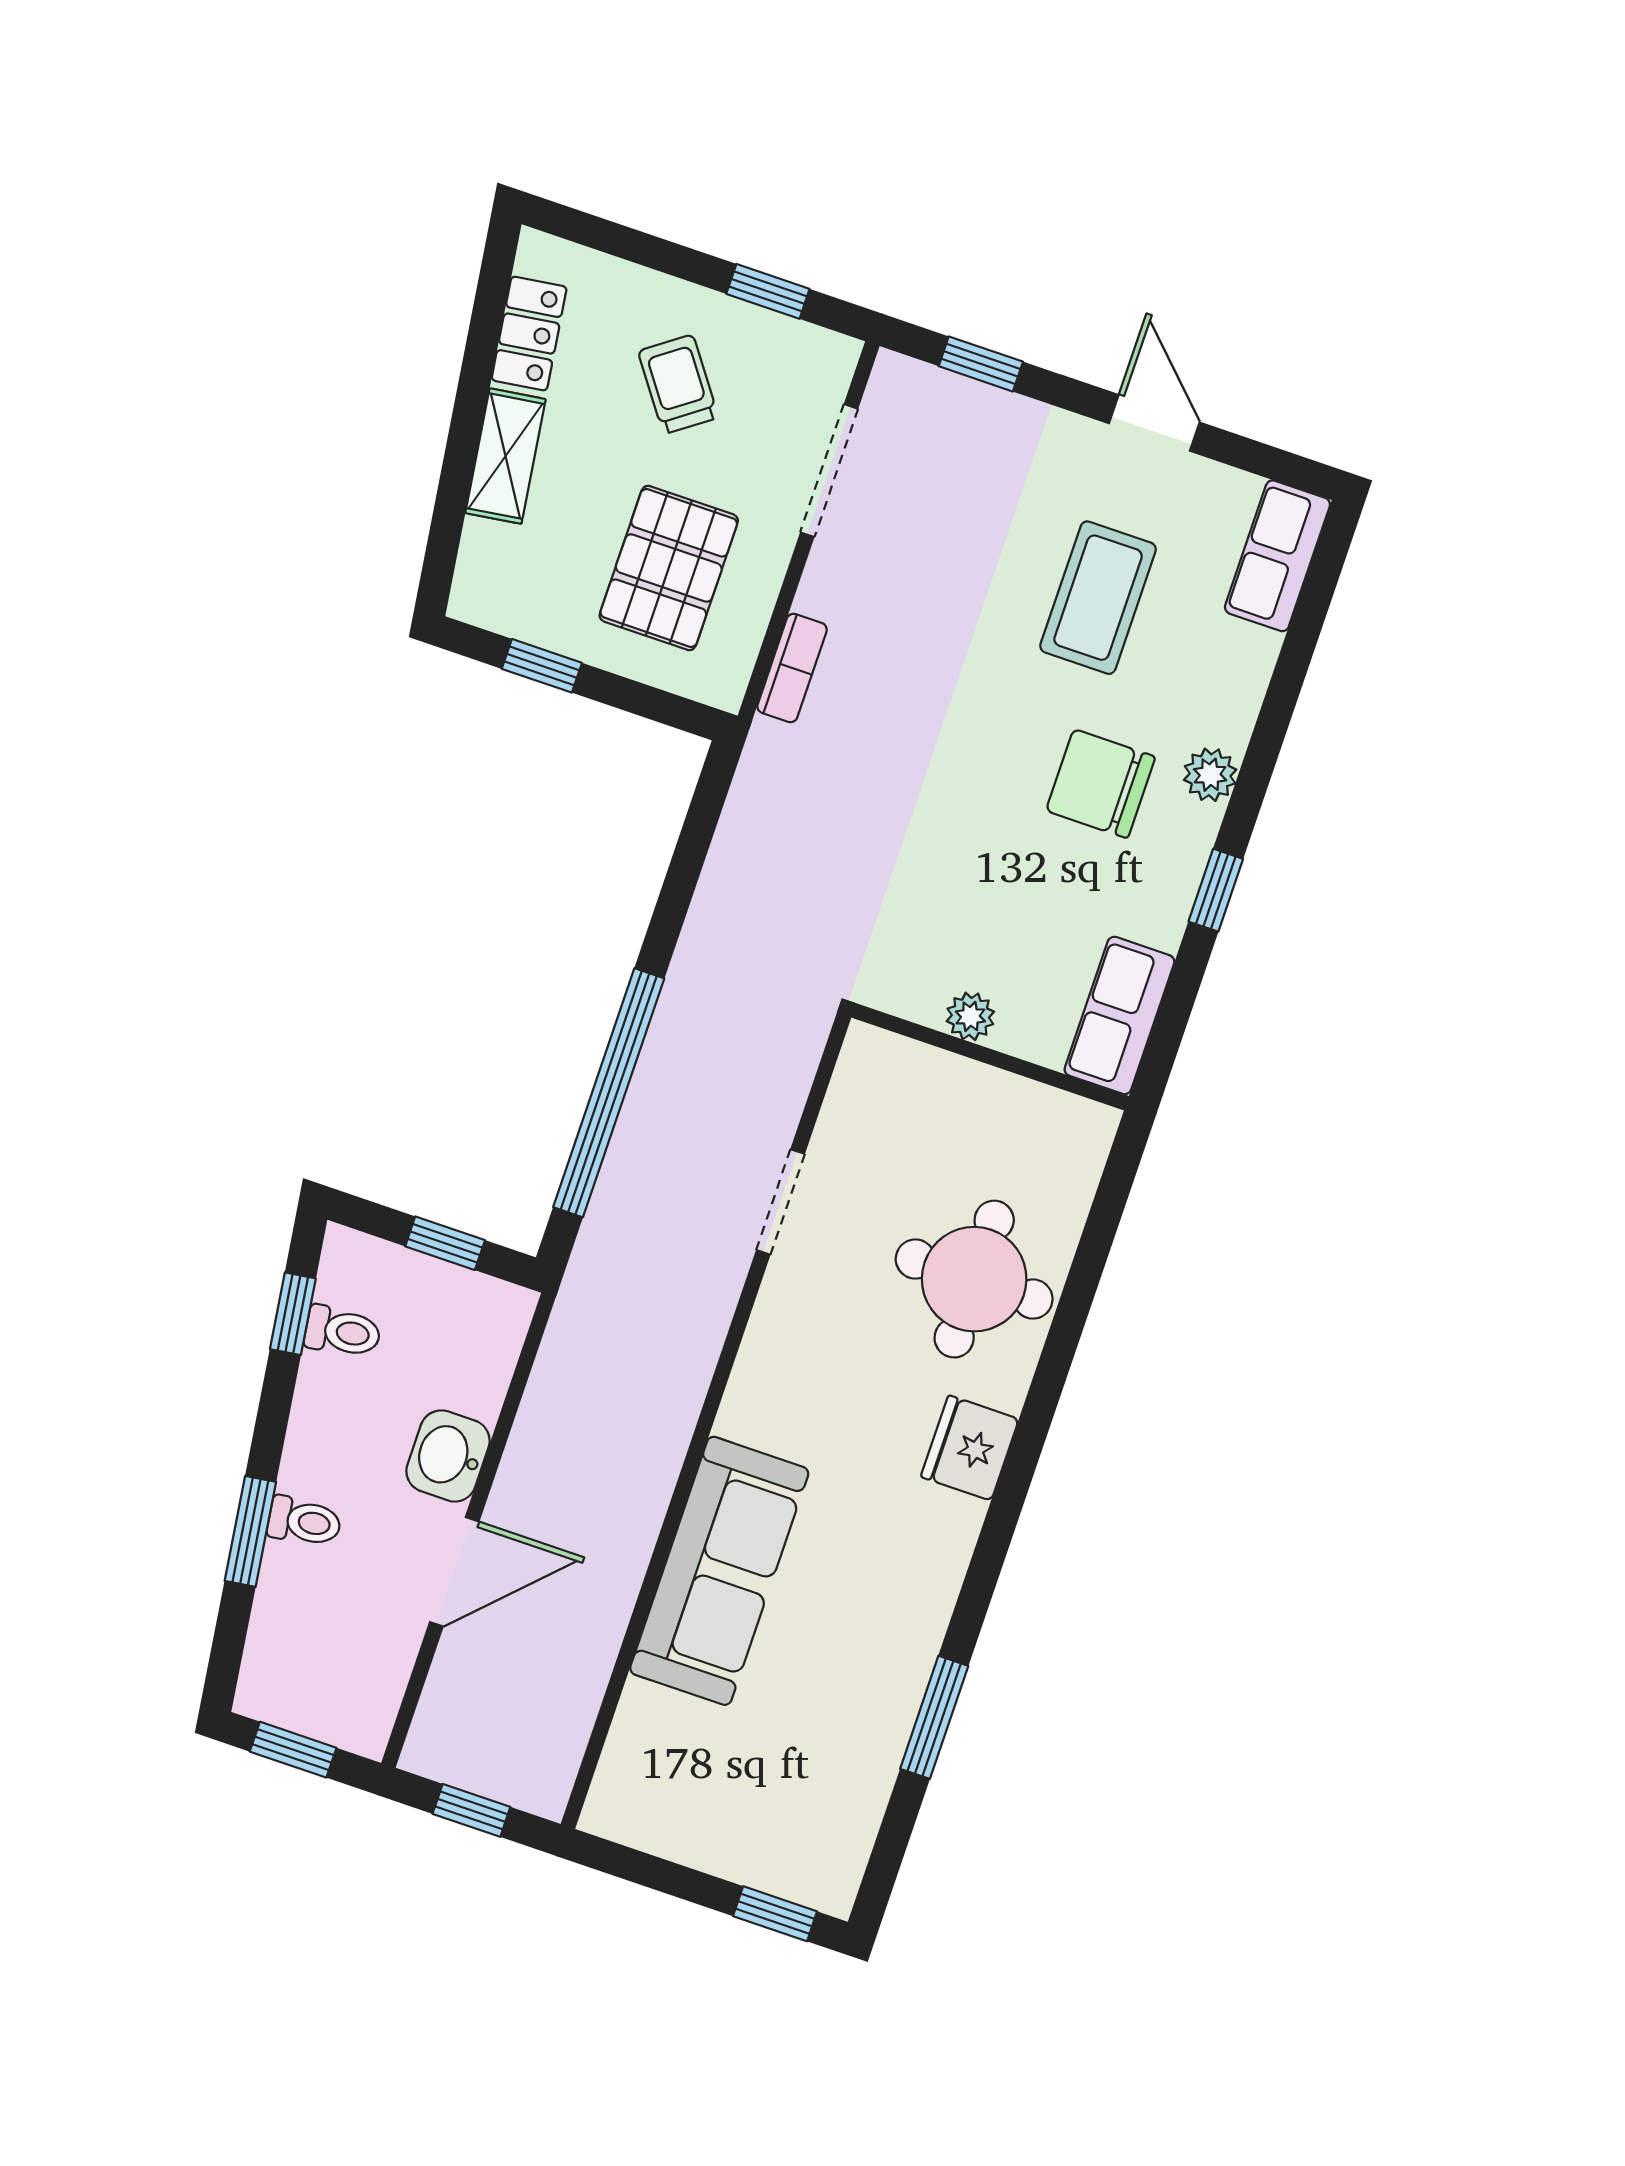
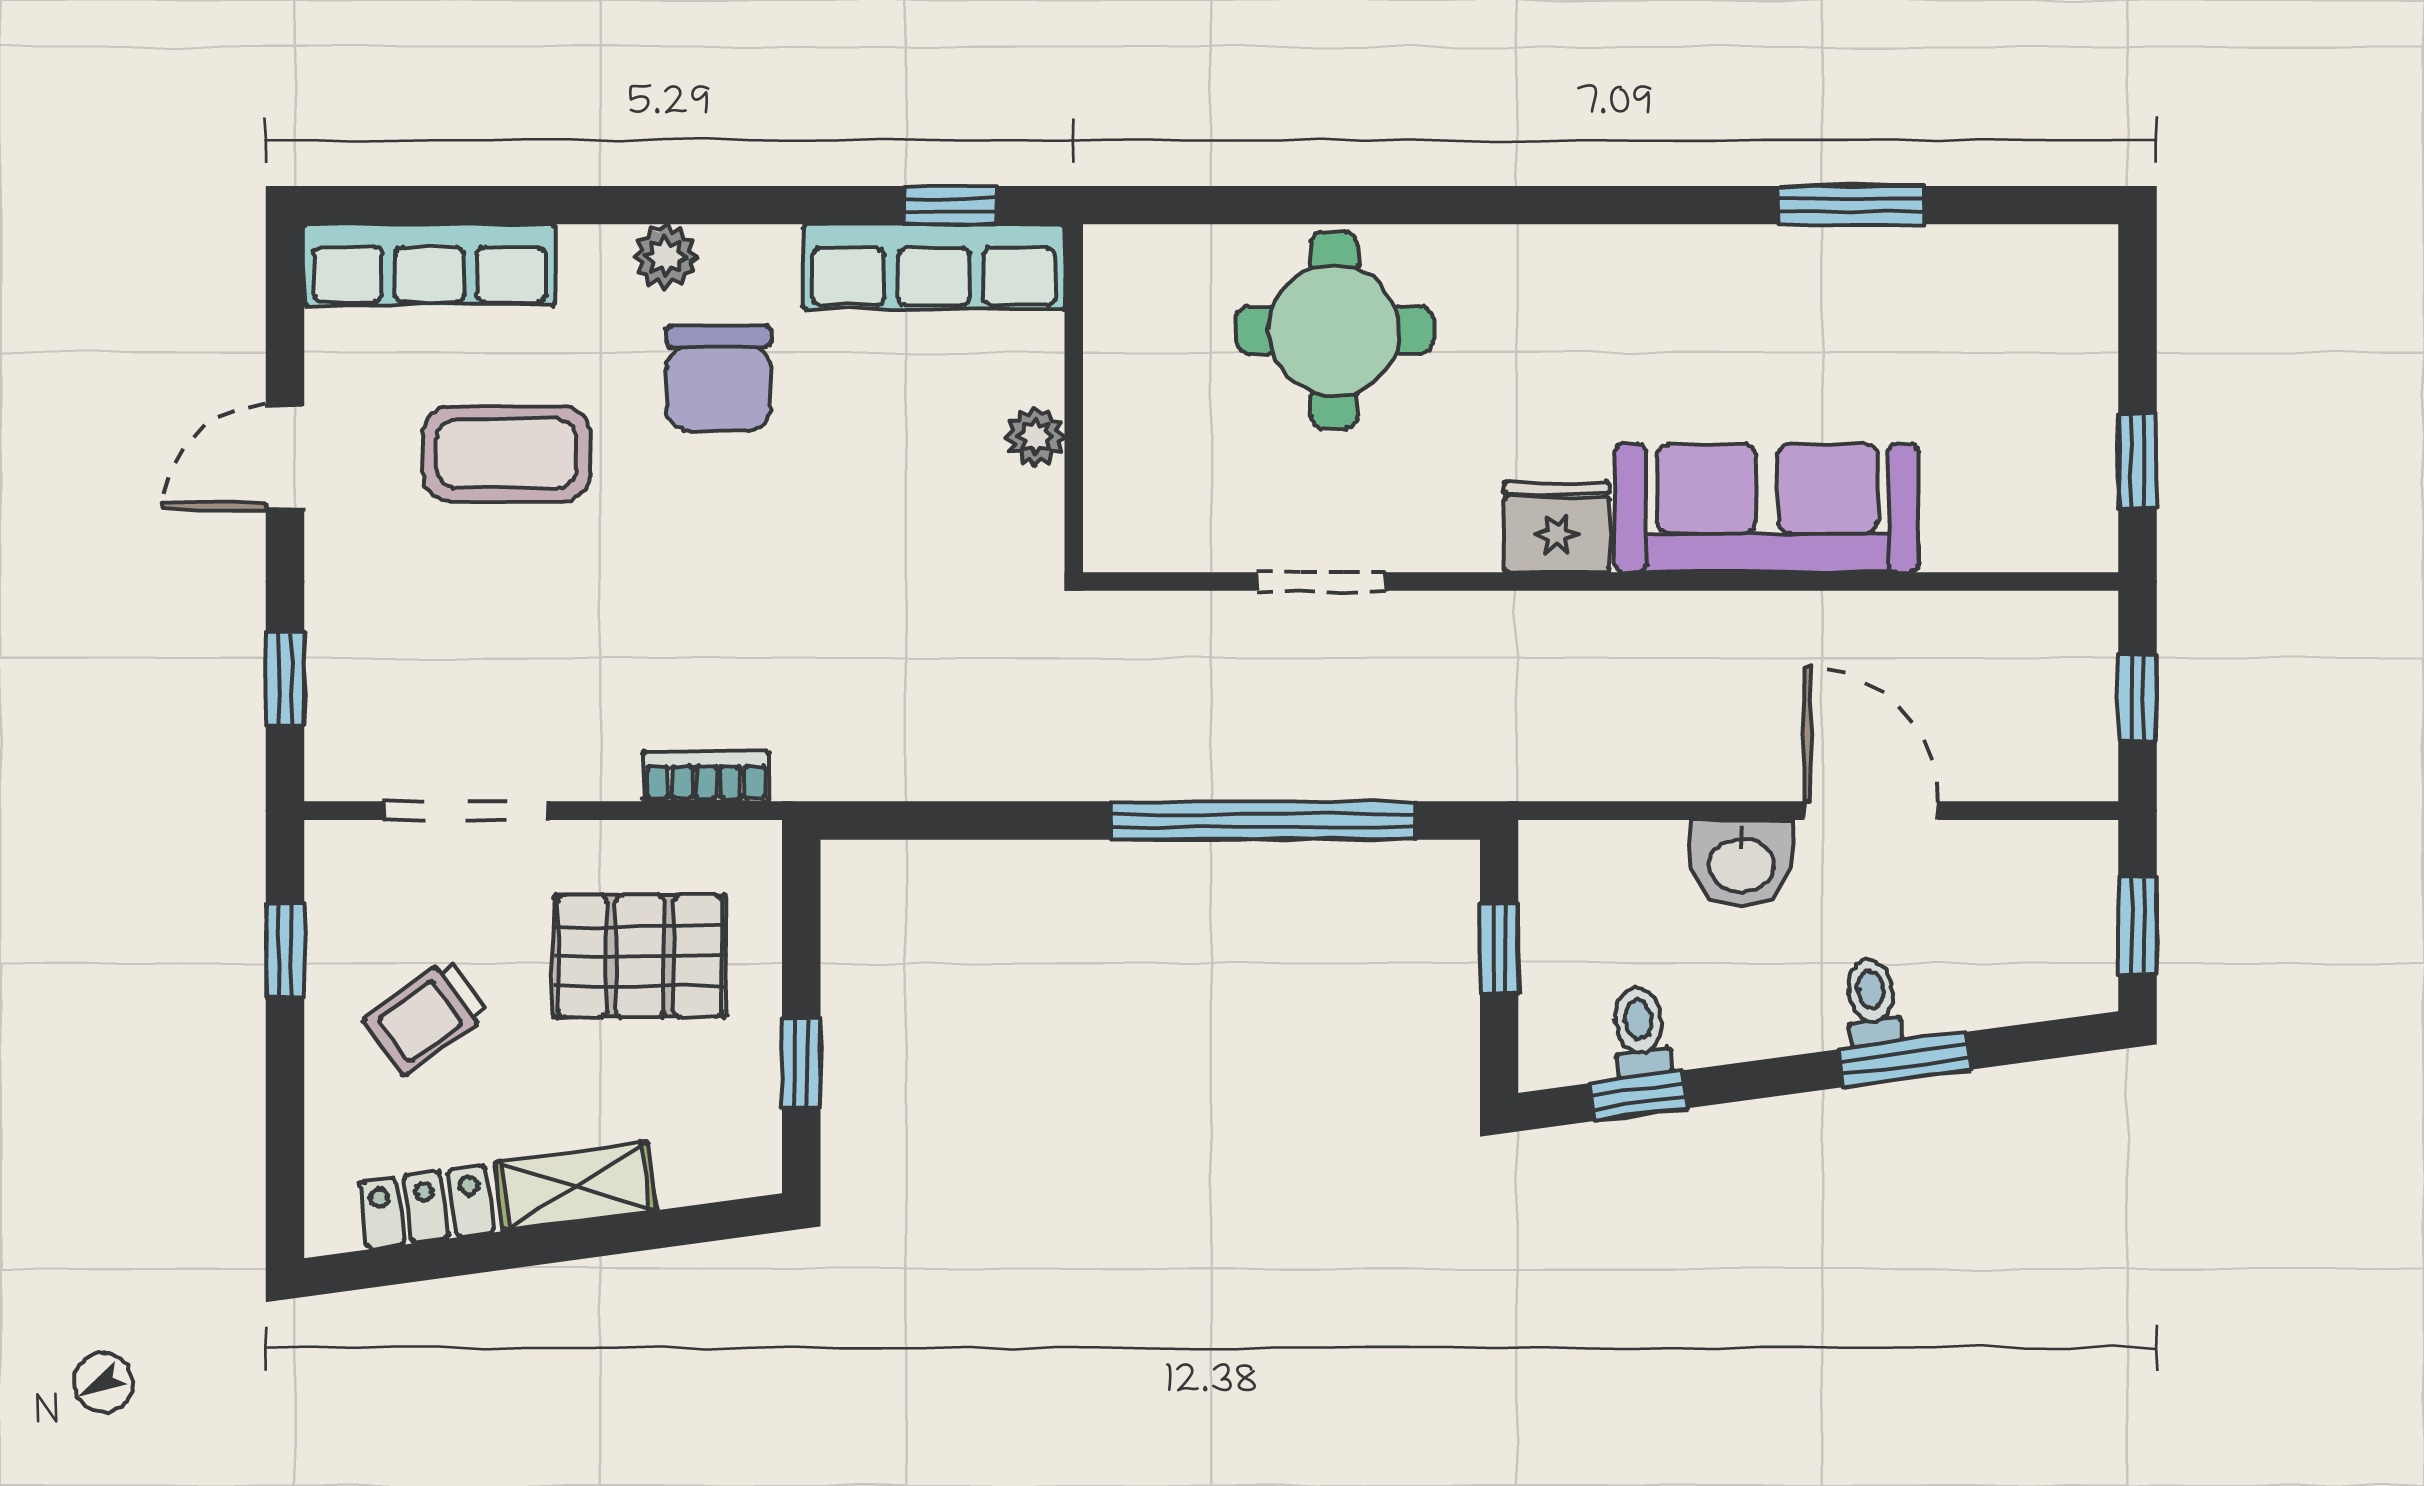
row of seats: (1277, 556) -> (430, 265), width x1.48
window: (1216, 890) -> (950, 205), moved
row of seats: (1119, 1015) -> (934, 267), width x1.48
fridge: (970, 1448) -> (1557, 527), moved, turned 180
window: (775, 1914) -> (2137, 461), moved

